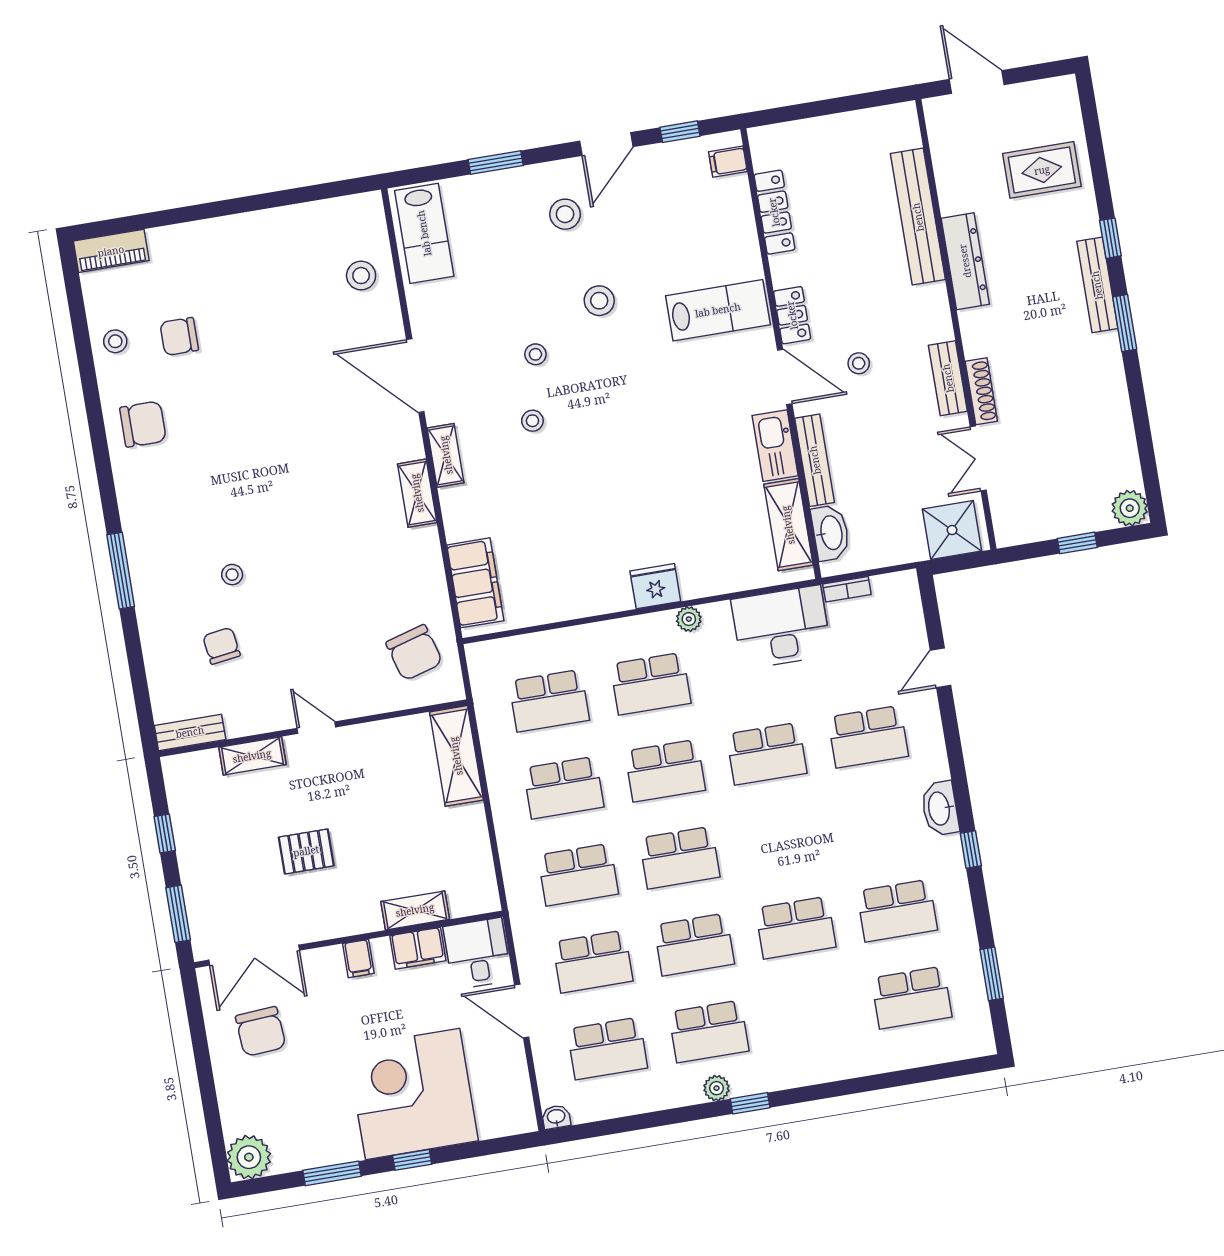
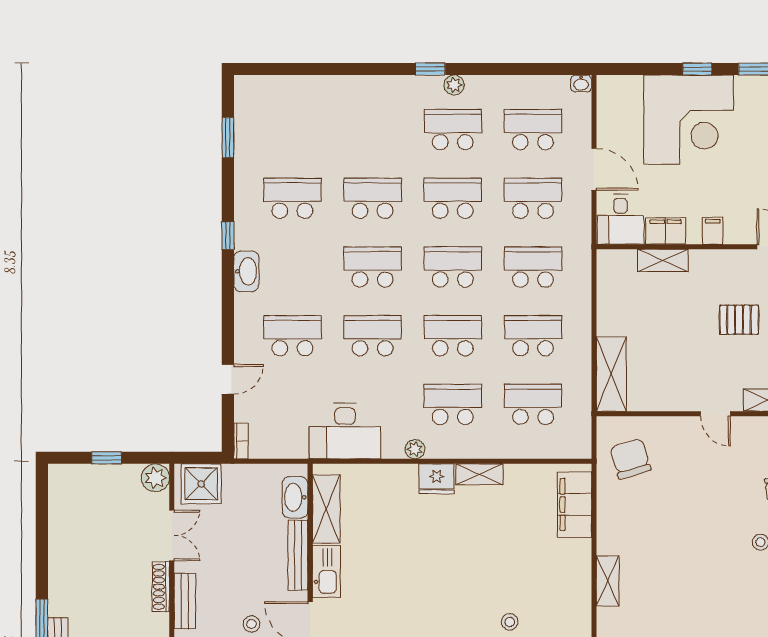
shelving: (446, 455) -> (479, 474), moved, turned 90
plant: (1130, 508) -> (155, 478), moved
bookcase: (847, 589) -> (241, 441), moved, turned 90
school desk: (912, 998) -> (373, 267), moved

